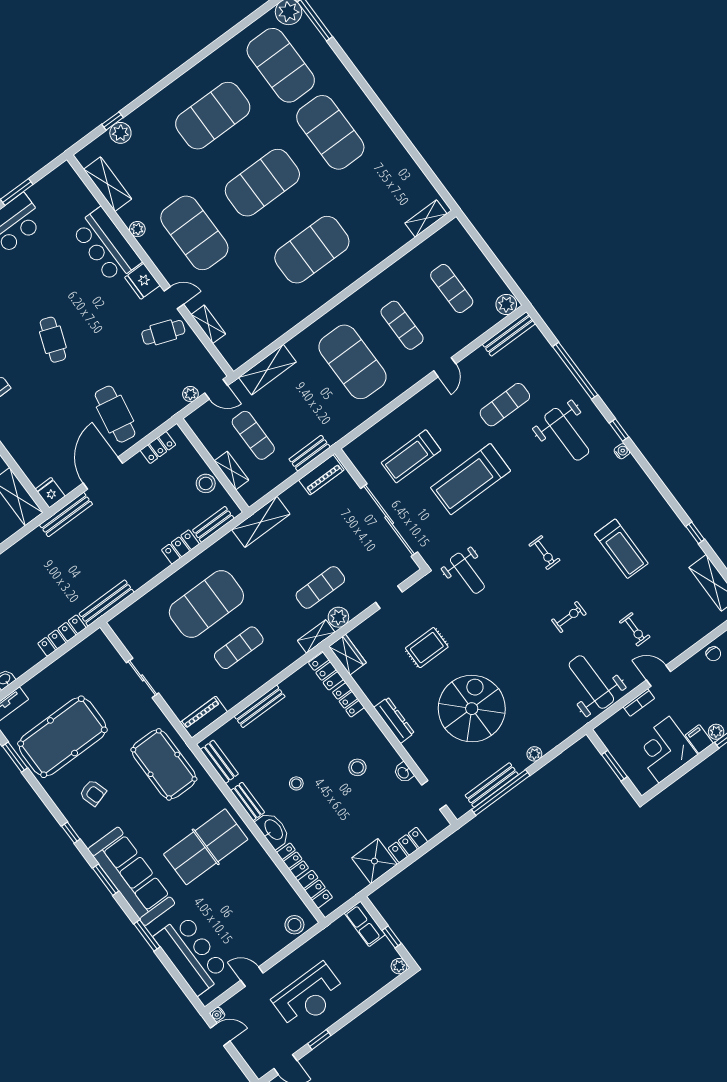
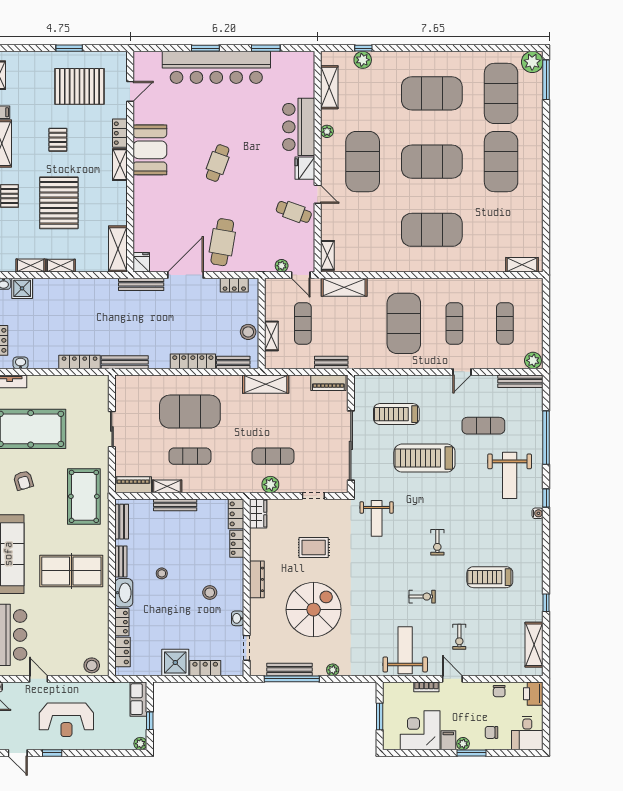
shelving: (208, 324) -> (327, 255), moved
locker: (180, 547) -> (193, 361), width x1.53
treadmill: (621, 549) -> (490, 577), turned 90
shelving: (316, 636) -> (167, 486), moved

